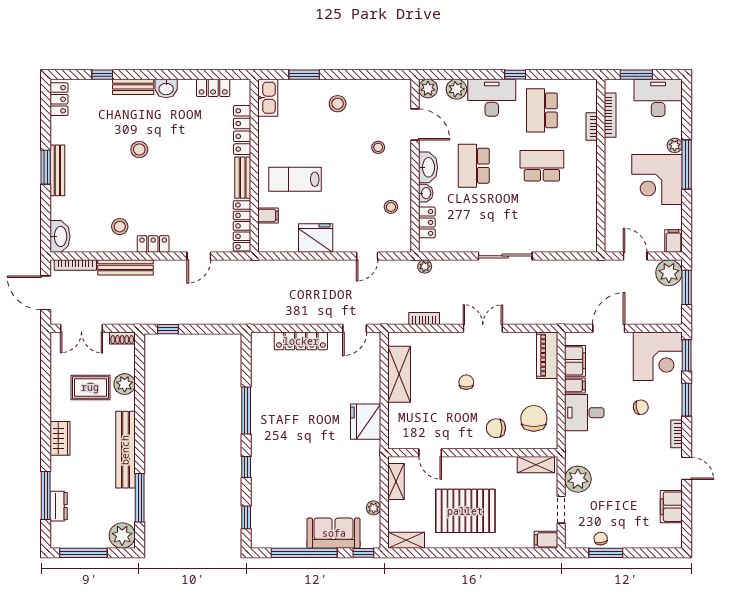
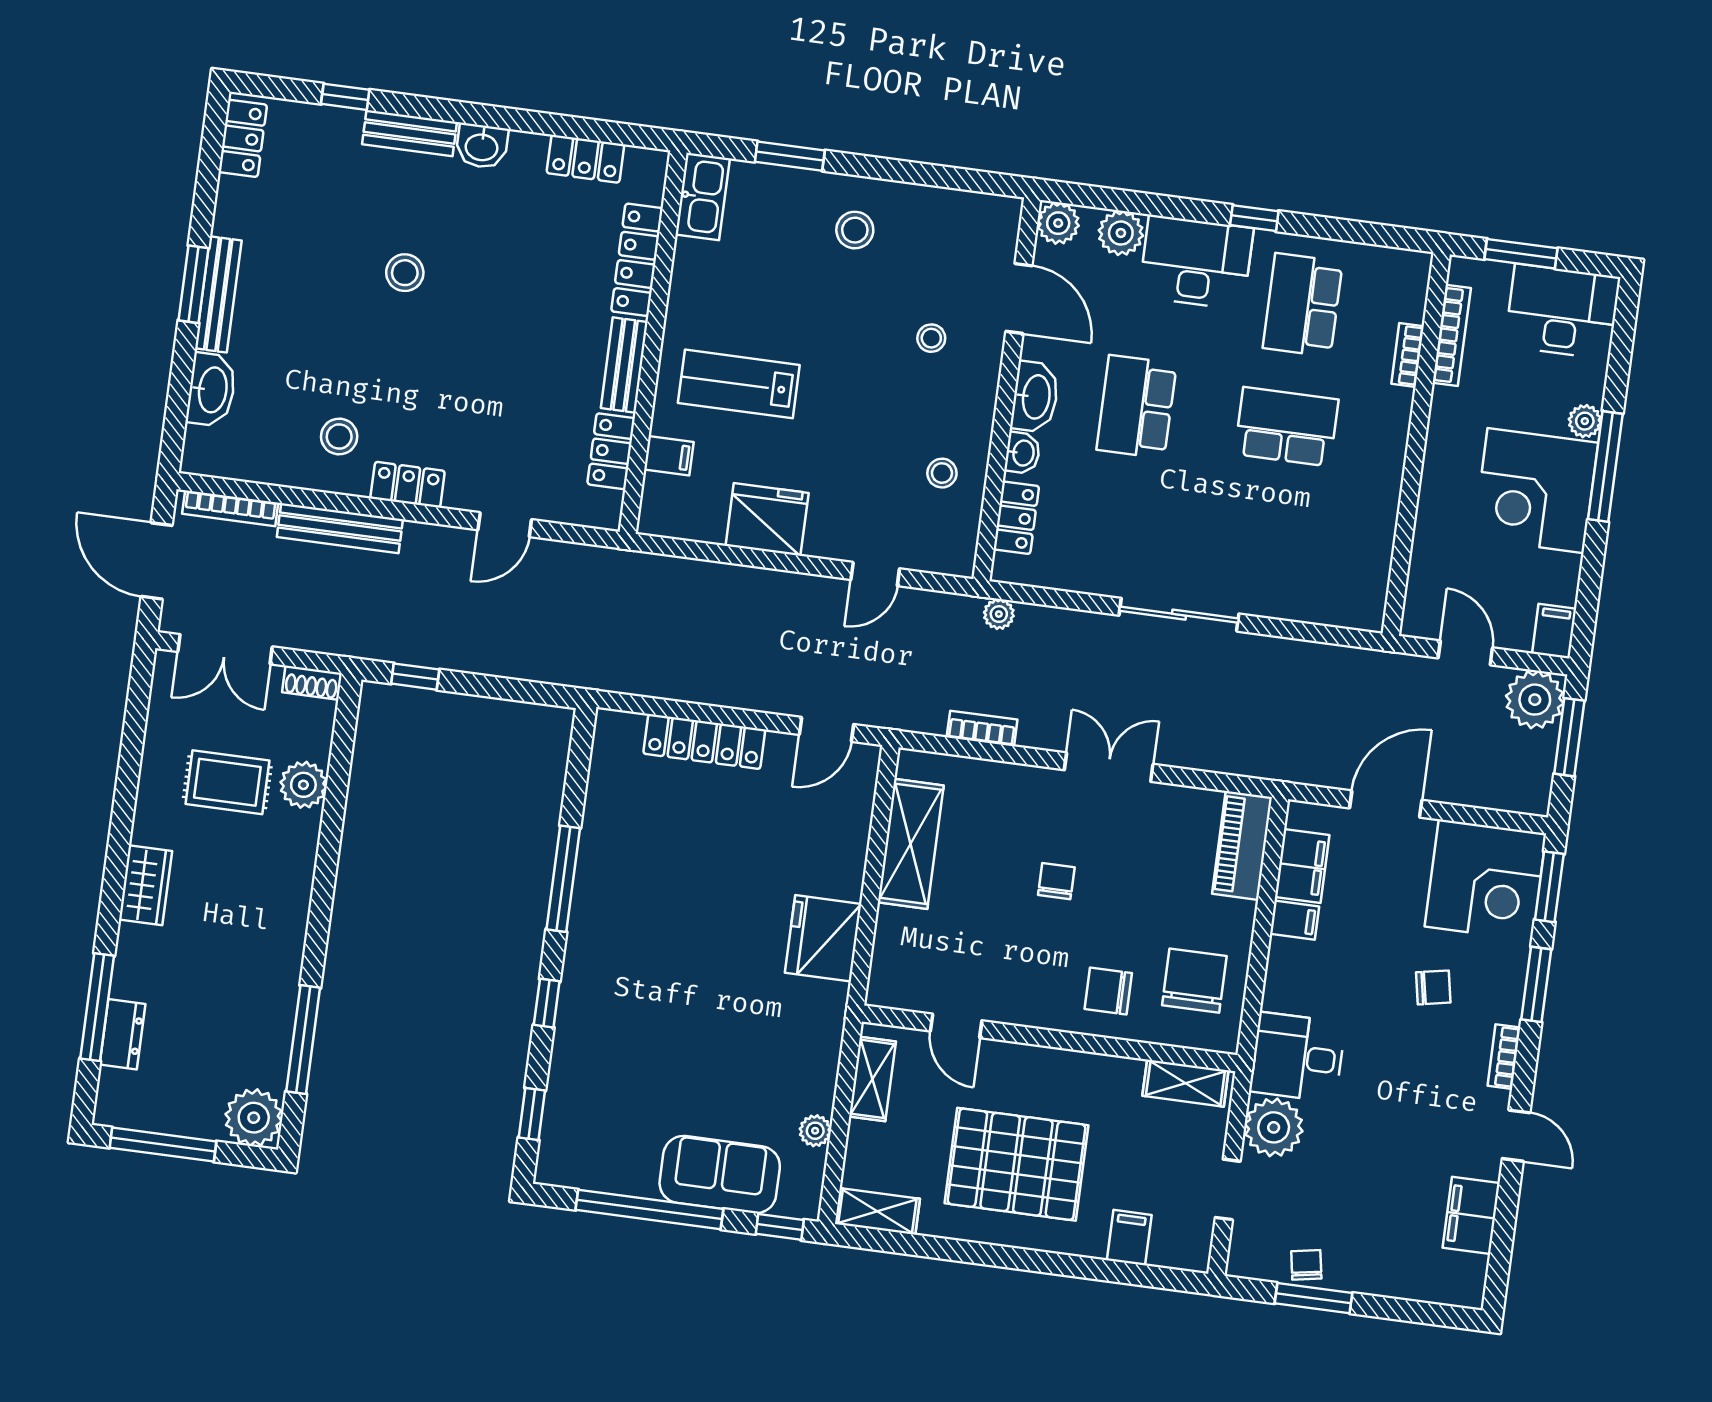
locker: (242, 226) -> (611, 451), width x0.66
washbasin: (60, 236) -> (211, 390), moved
desk: (584, 413) -> (1297, 1057), moved
bench: (125, 450) -> (286, 929), removed
filing cabinet: (546, 540) -> (1129, 1238), moved, turned 90

